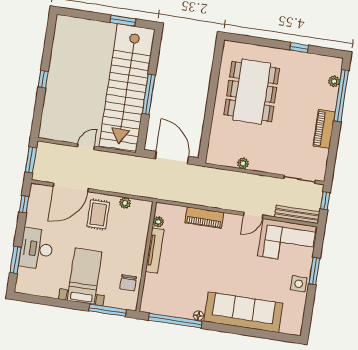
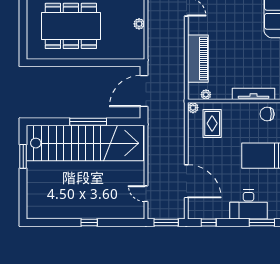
door: (86, 147) -> (146, 194), moved
plant: (125, 203) -> (193, 108), moved
rug: (98, 214) -> (212, 123), moved, turned 90
piano: (204, 218) -> (198, 59), width x1.37, depth x1.33
tv unit: (155, 250) -> (254, 94), moved
chair: (128, 283) -> (267, 114), turned 180

